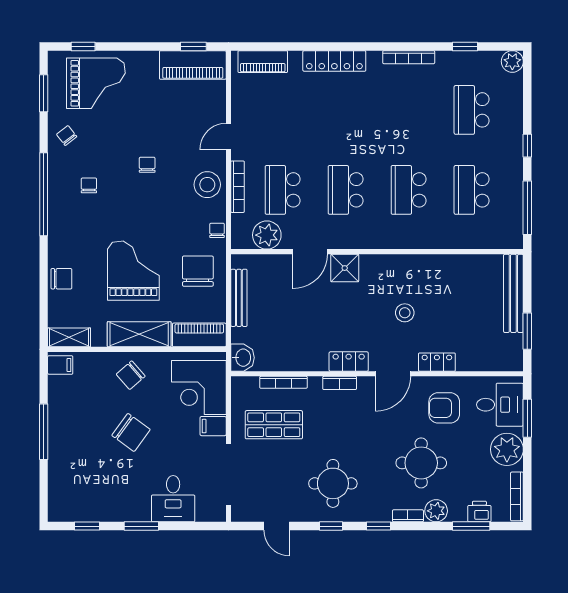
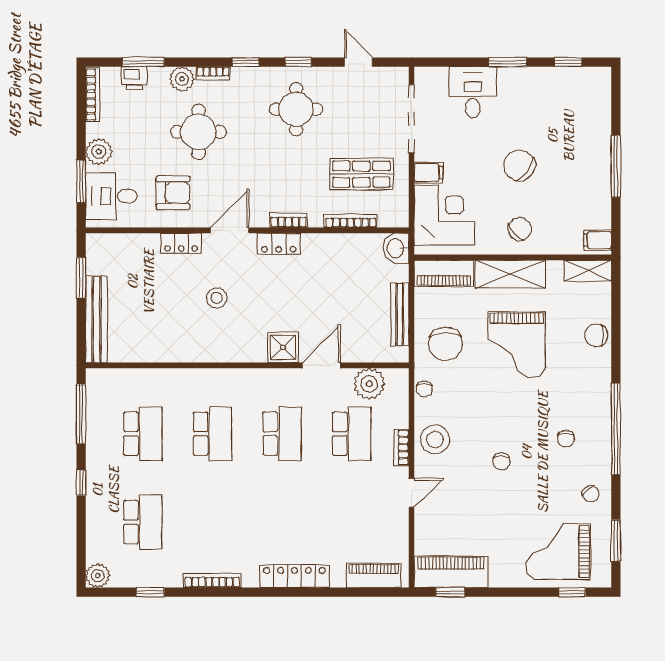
bookcase: (238, 187) -> (401, 448), width x0.64
plant: (507, 449) -> (99, 152), width x0.73, depth x0.73

